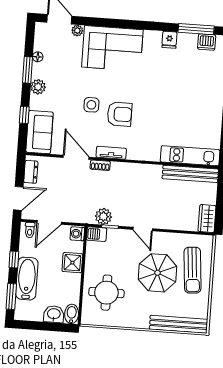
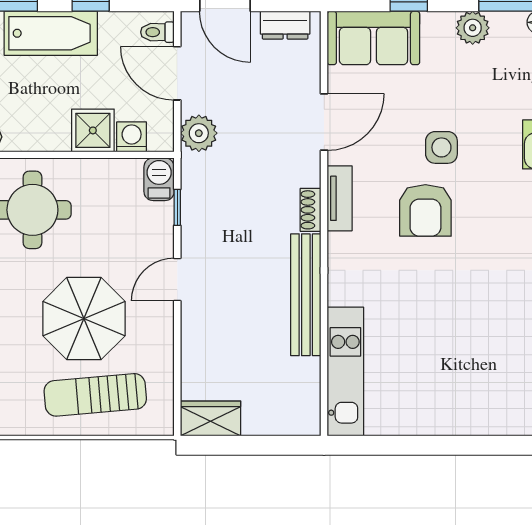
shoe rack: (100, 165) -> (311, 210), moved
bench: (190, 174) -> (306, 295), moved
plant: (103, 216) -> (199, 133), moved
washing machine: (77, 234) -> (132, 137), moved

